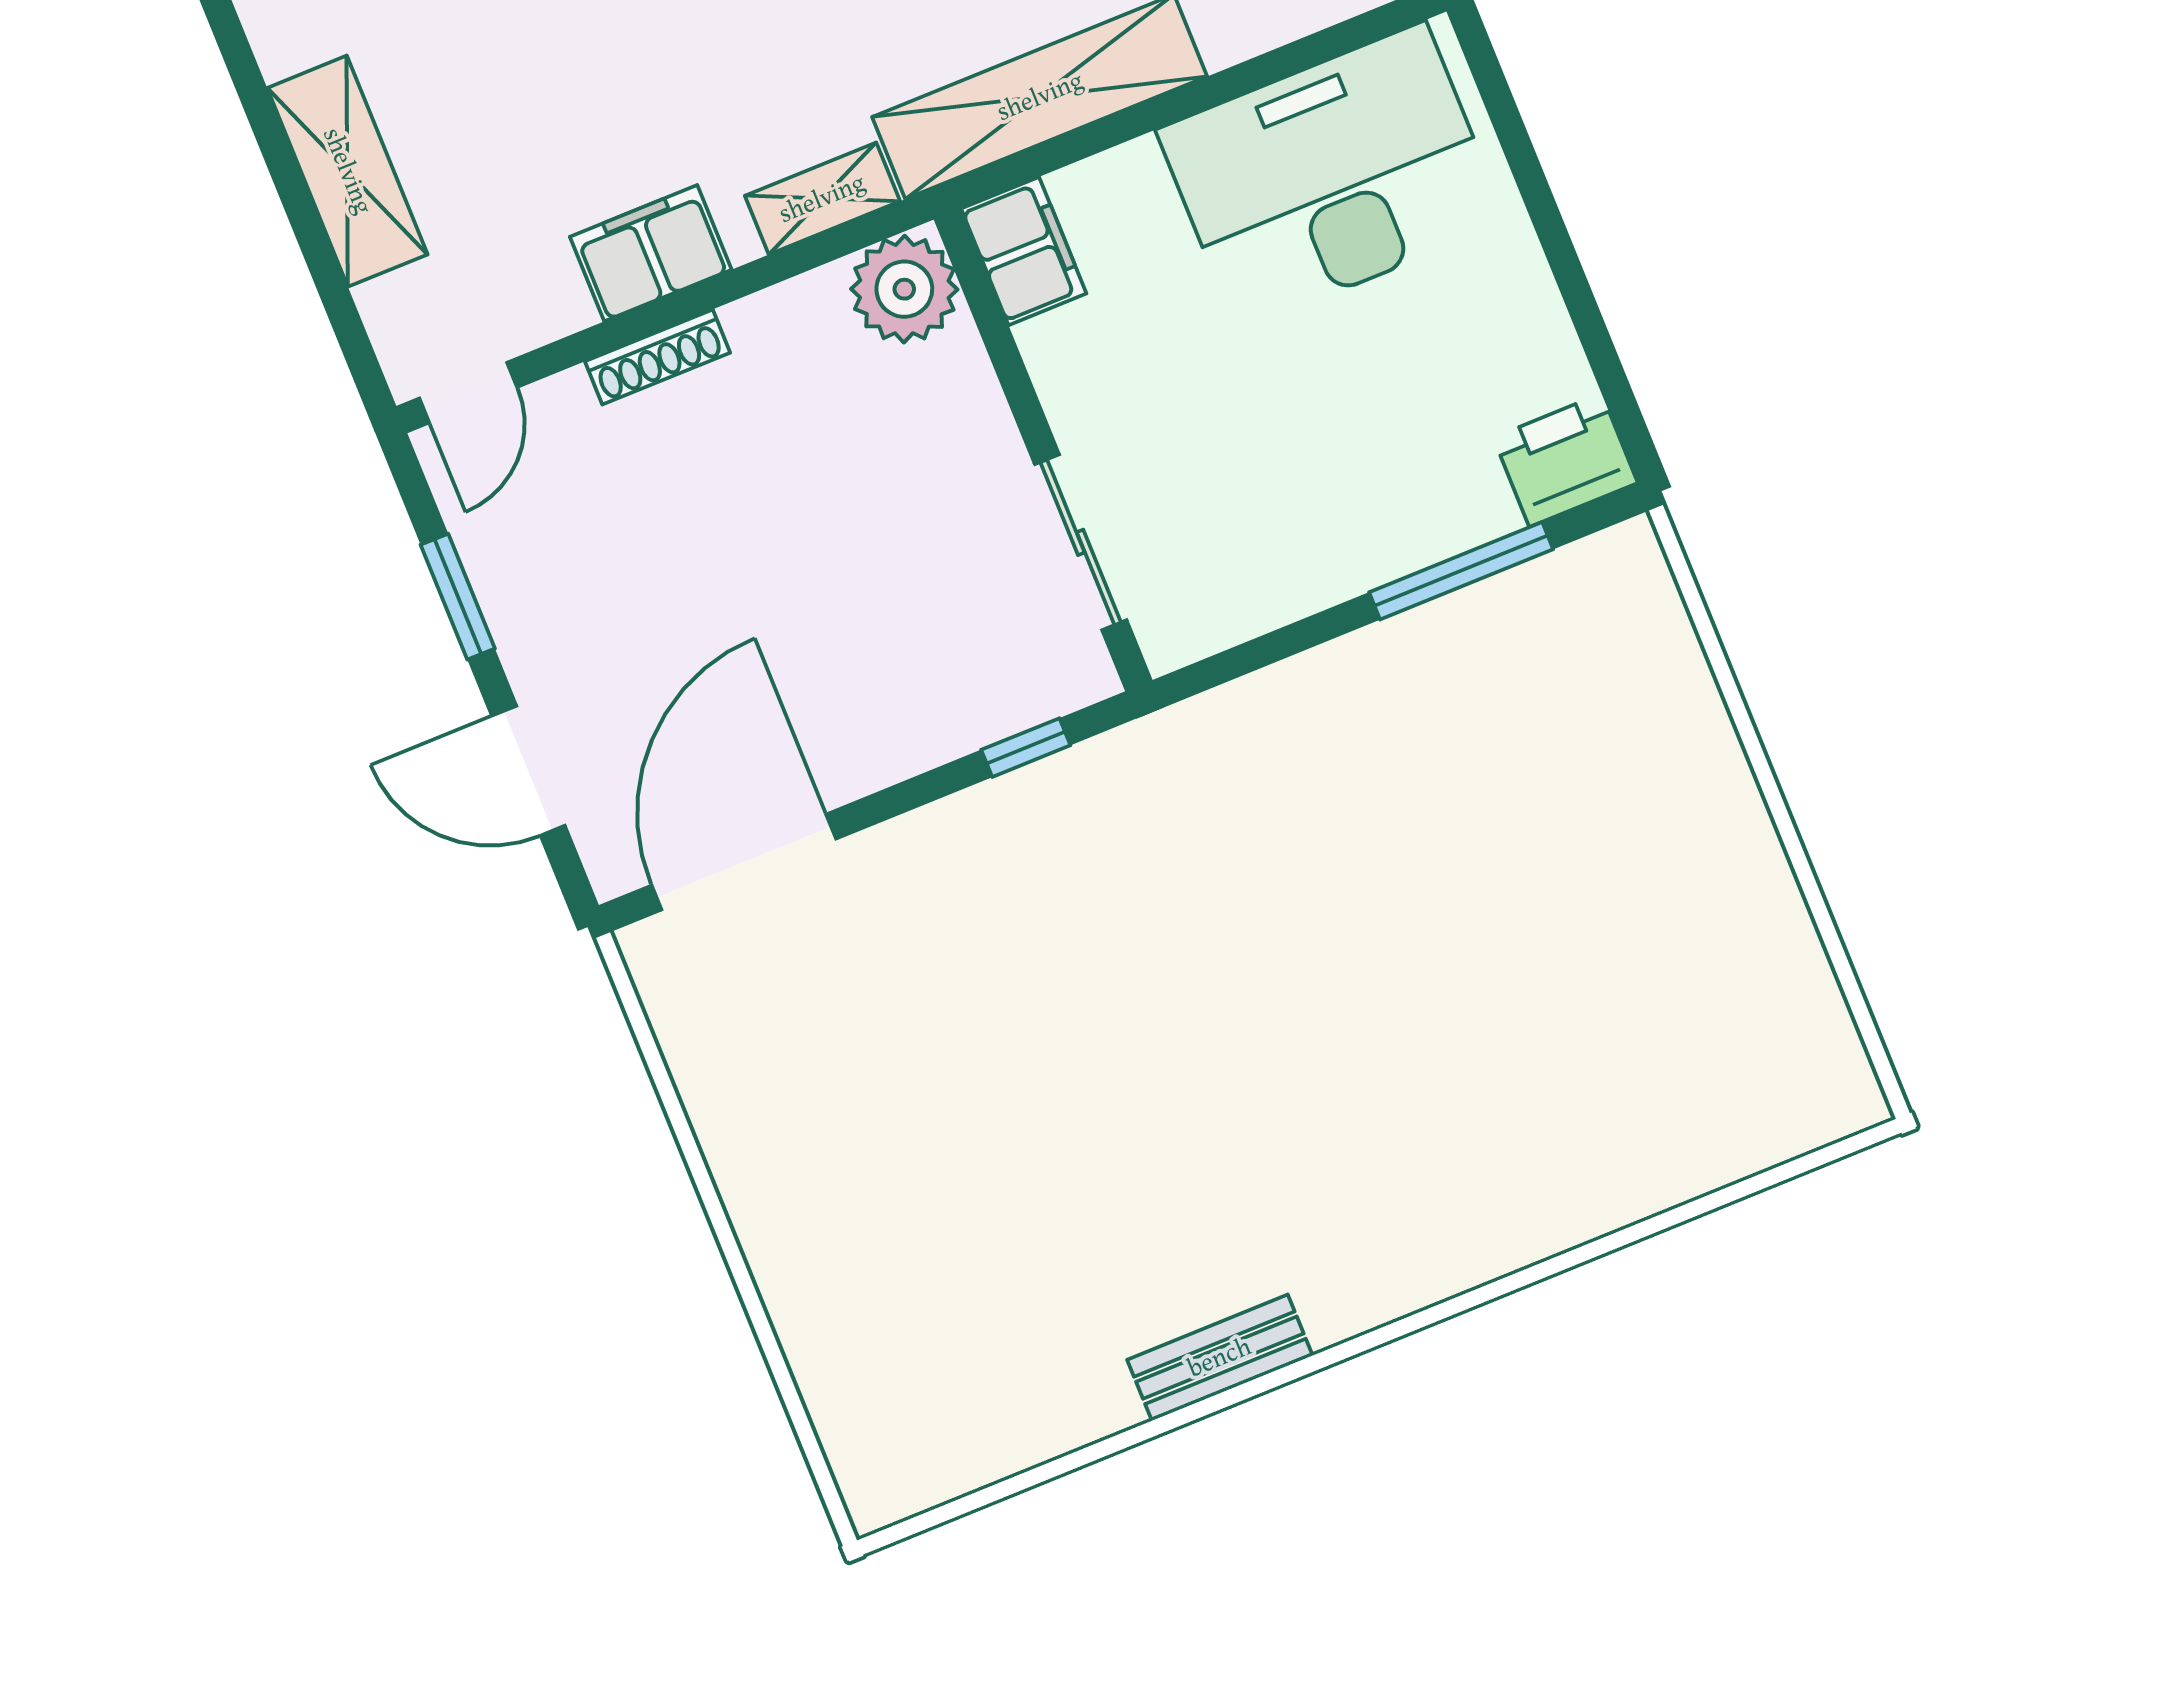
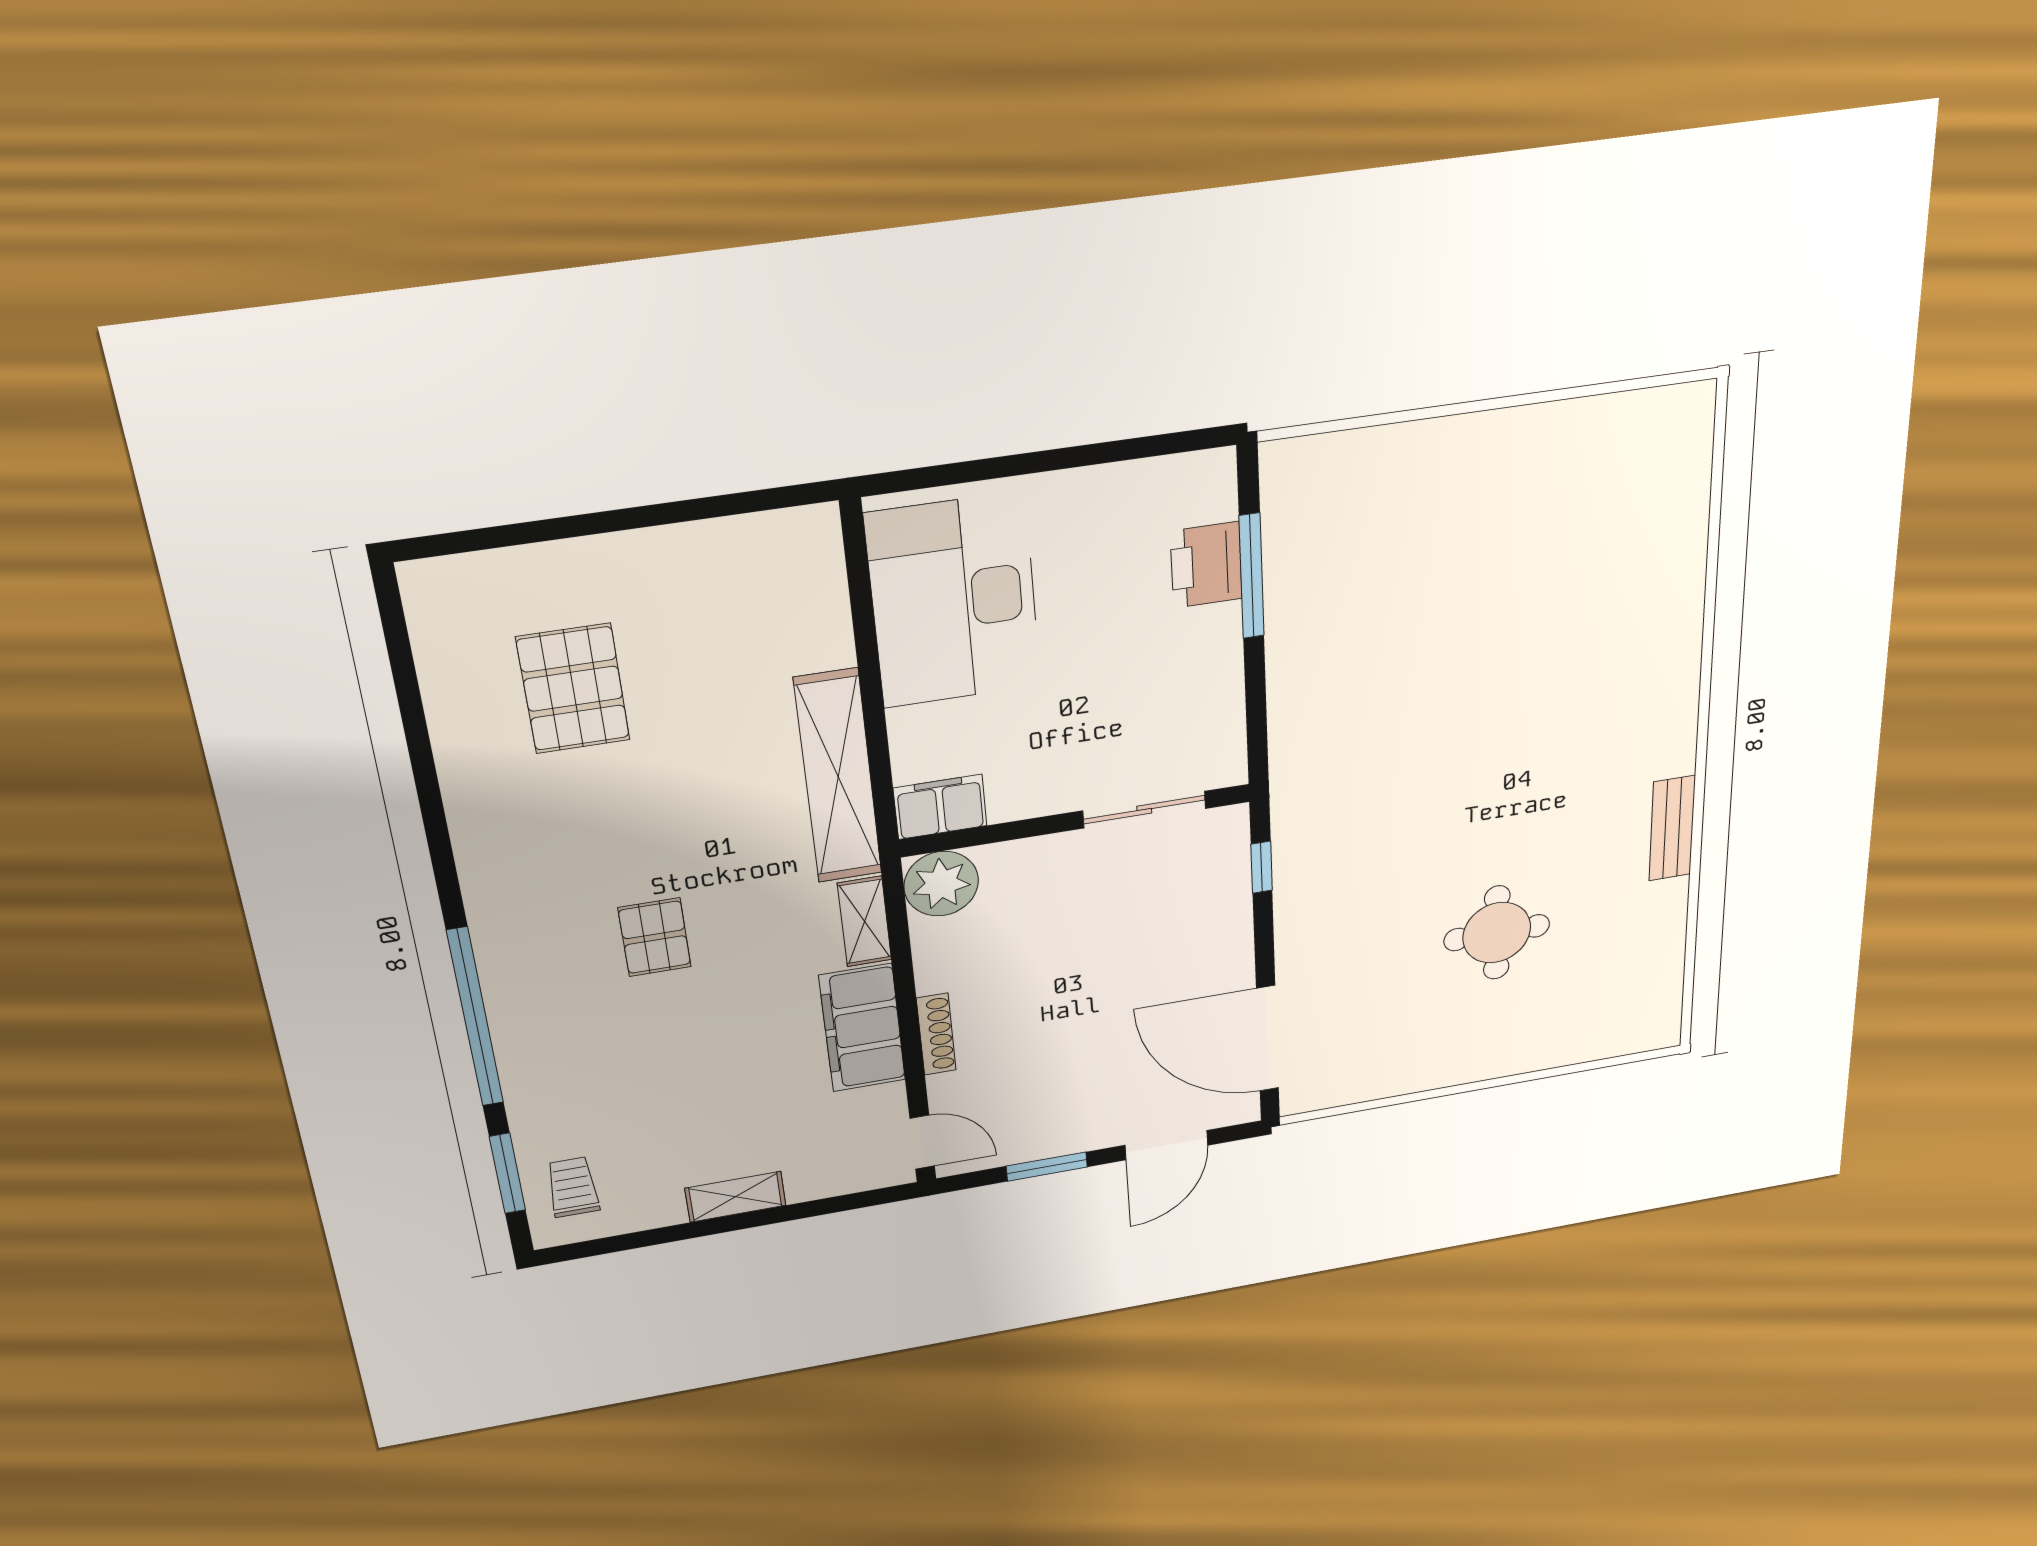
shelving: (347, 171) -> (735, 1197), width x0.67, depth x0.75
filing cabinet: (651, 253) -> (862, 1028), width x1.50, depth x1.17
printer: (1565, 460) -> (1206, 565), moved
round table: (992, 1153) -> (1497, 933), added

